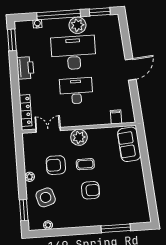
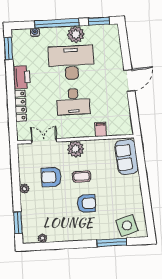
desk: (76, 91) -> (73, 102), turned 180
locker: (25, 111) -> (20, 106), moved
filing cabinet: (116, 117) -> (101, 129), moved
side table: (46, 197) -> (127, 225), moved

